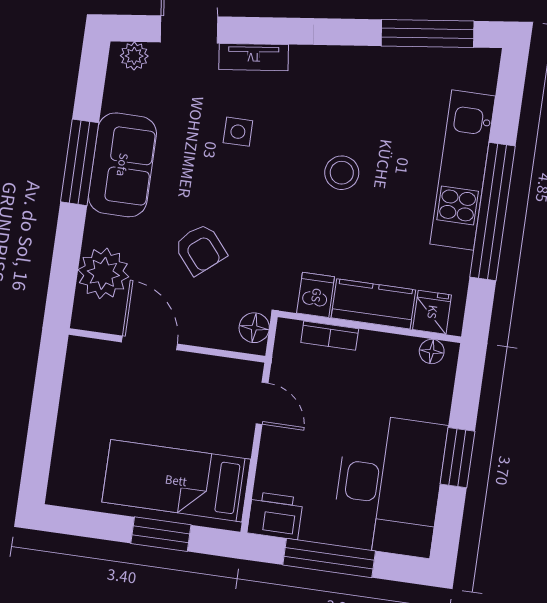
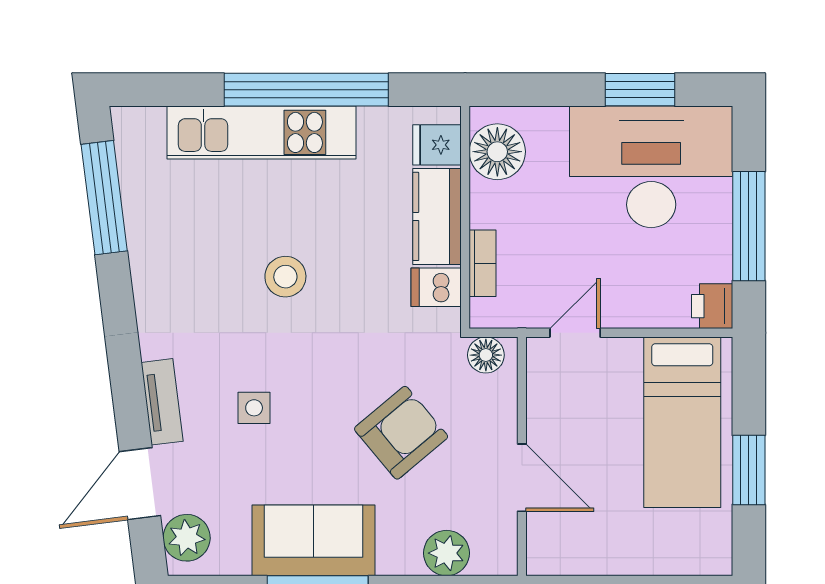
plant: (134, 56) -> (187, 538), width x1.38, depth x1.38
armchair: (200, 249) -> (401, 433), width x1.38, depth x1.38
plant: (103, 273) -> (446, 553), width x0.73, depth x0.73
door: (150, 343) -> (522, 478), swing flipped
floor lamp: (432, 351) -> (497, 152), width x1.89, depth x1.89
window: (457, 458) -> (640, 90), moved
printer: (275, 516) -> (712, 306), width x0.73, depth x0.81
window: (161, 534) -> (749, 470), moved

